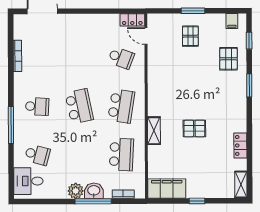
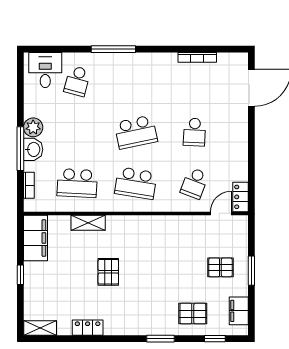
filing cabinet: (232, 21) -> (239, 311), width x2.00
school desk: (37, 106) -> (194, 132), moved
shelving: (154, 131) -> (88, 223), moved

